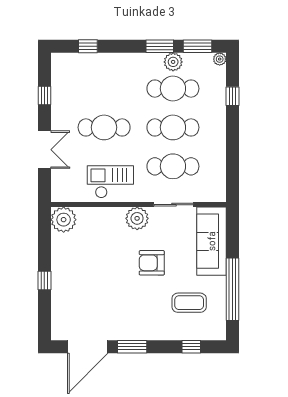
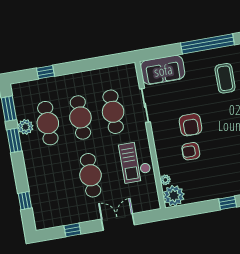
plant: (220, 59) -> (16, 88), removed
plant: (137, 218) -> (165, 180), moved, width x0.53, depth x0.53
sofa: (212, 241) -> (163, 70), width x0.73
armchair: (112, 248) -> (191, 151), added
armchair: (152, 263) -> (191, 125), moved

